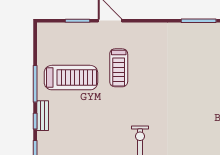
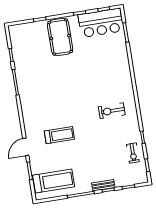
treadmill: (71, 78) -> (54, 181), moved, turned 90

